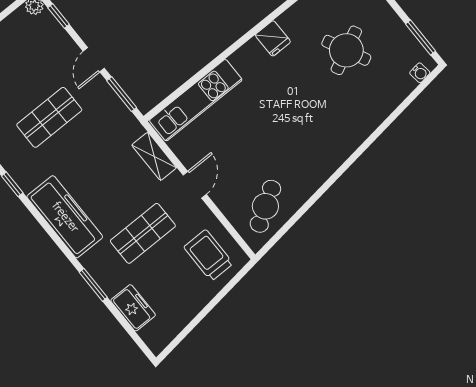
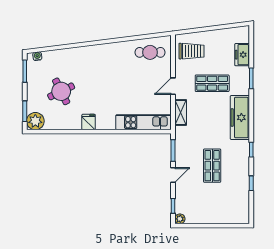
shop shelf: (49, 117) -> (212, 166), turned 90
cafe table: (265, 206) -> (150, 52), turned 32
trolley: (208, 255) -> (192, 51), turned -90

